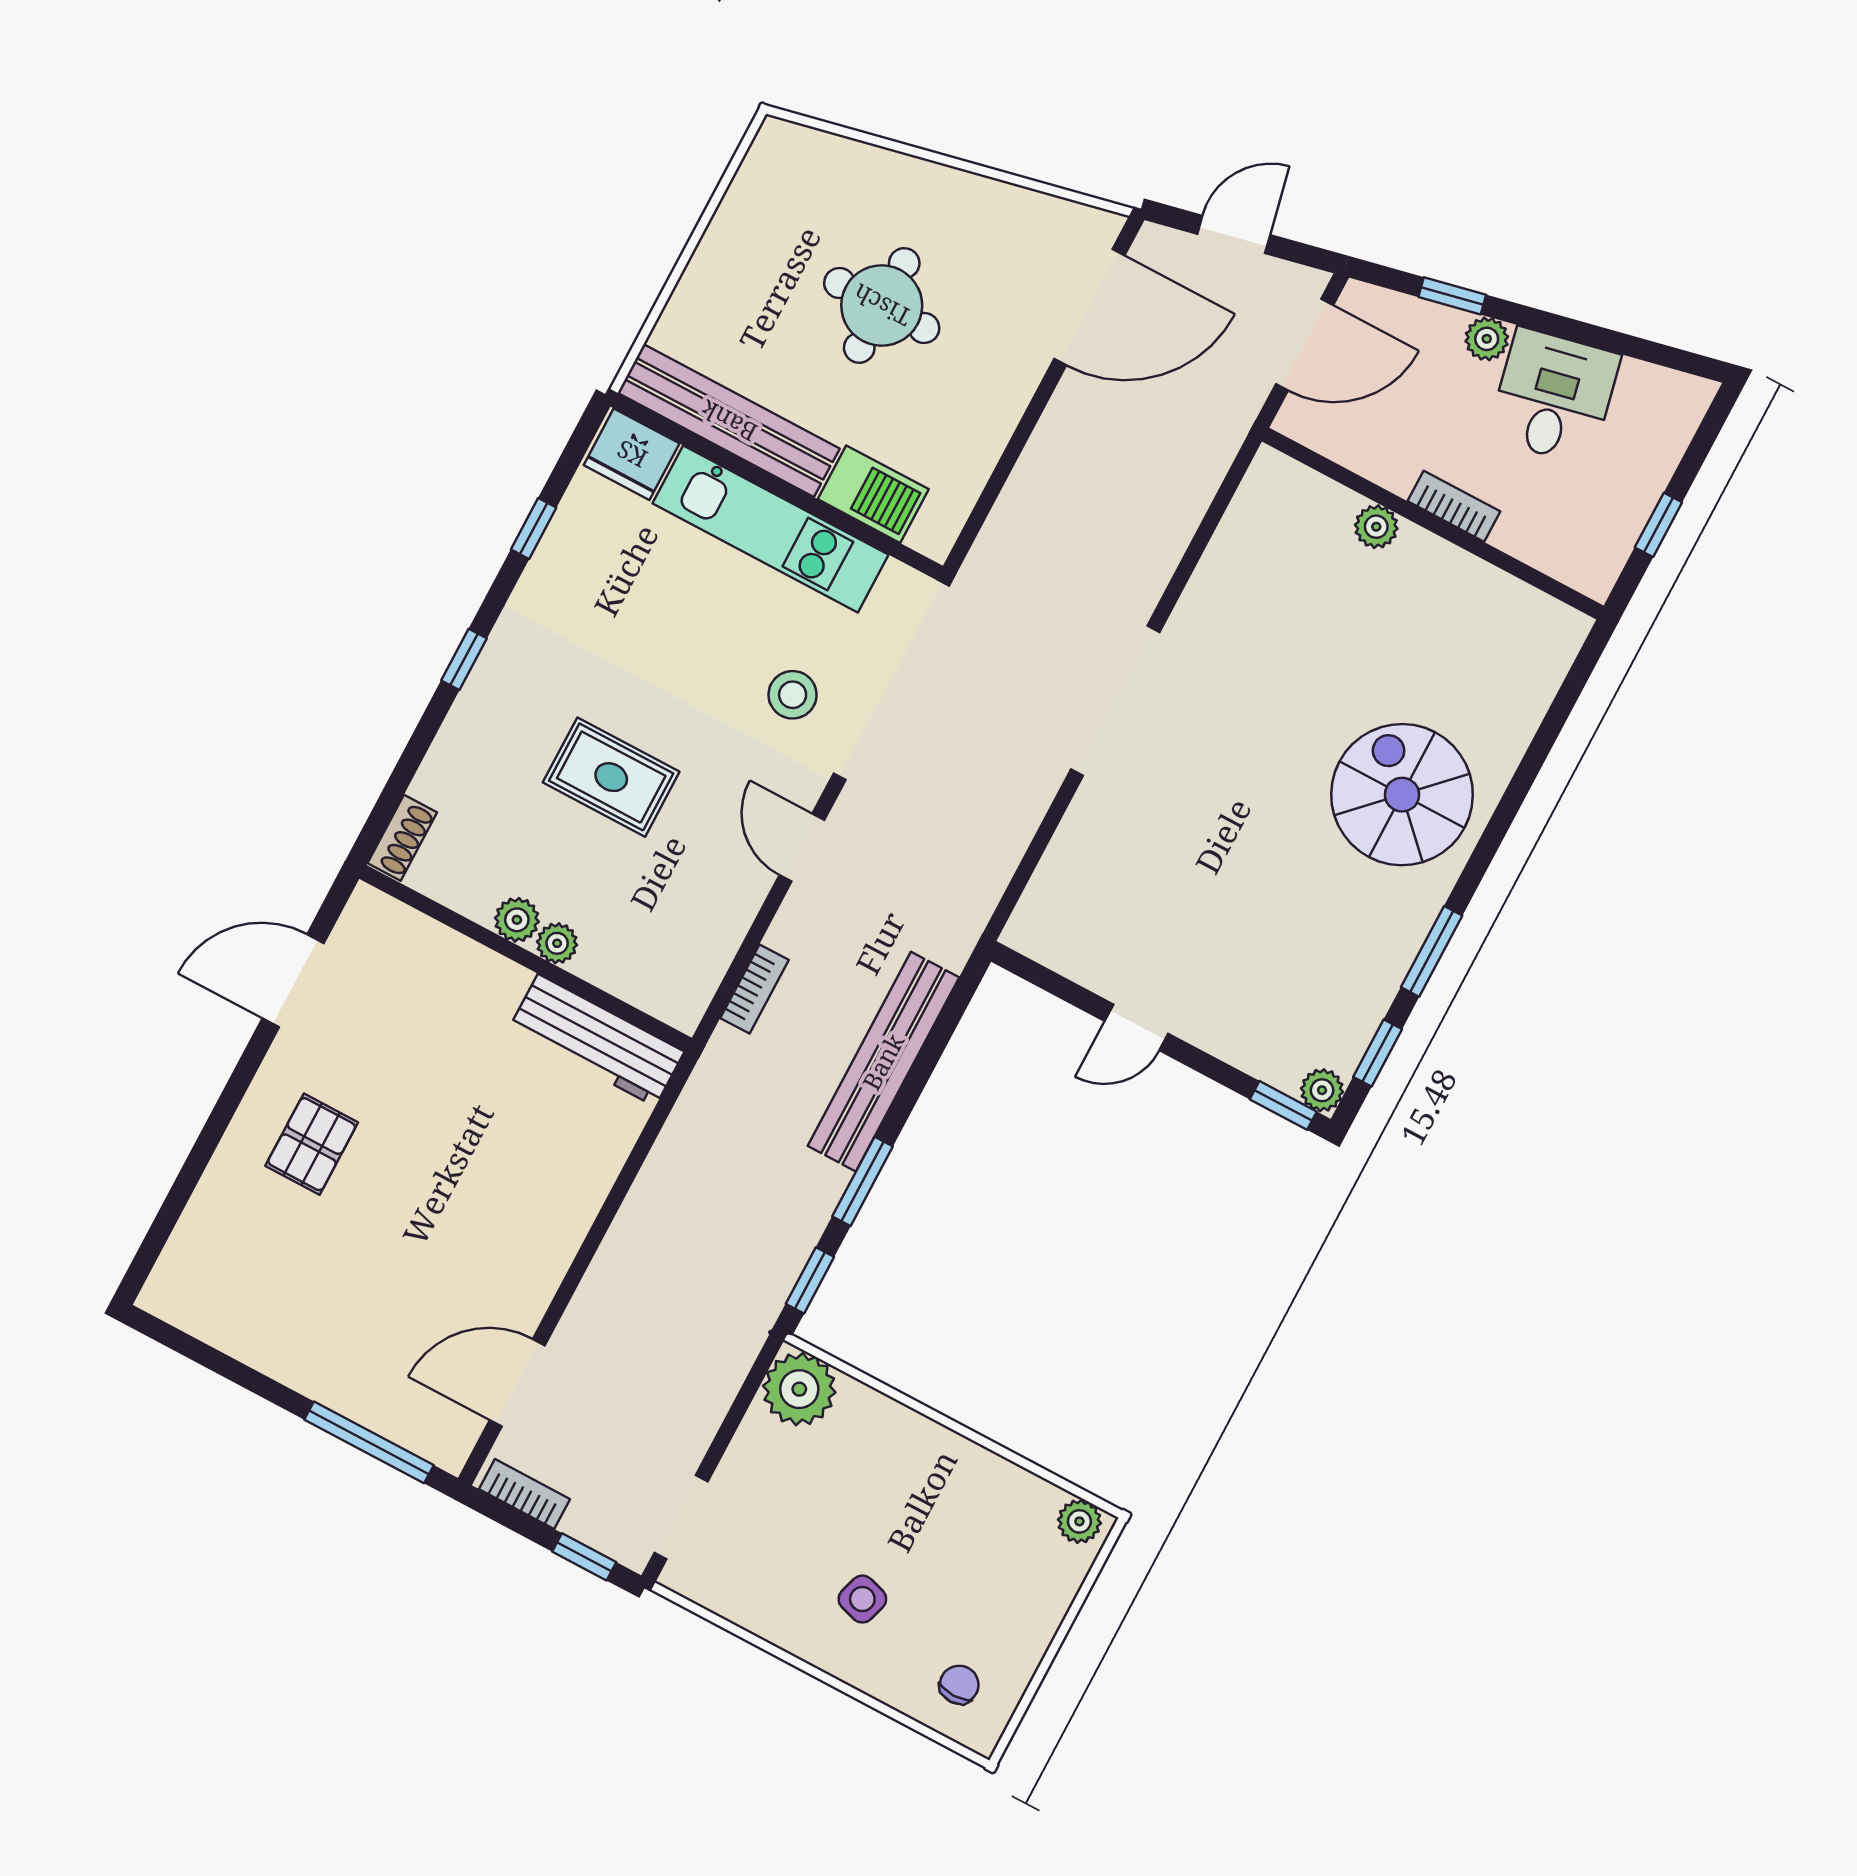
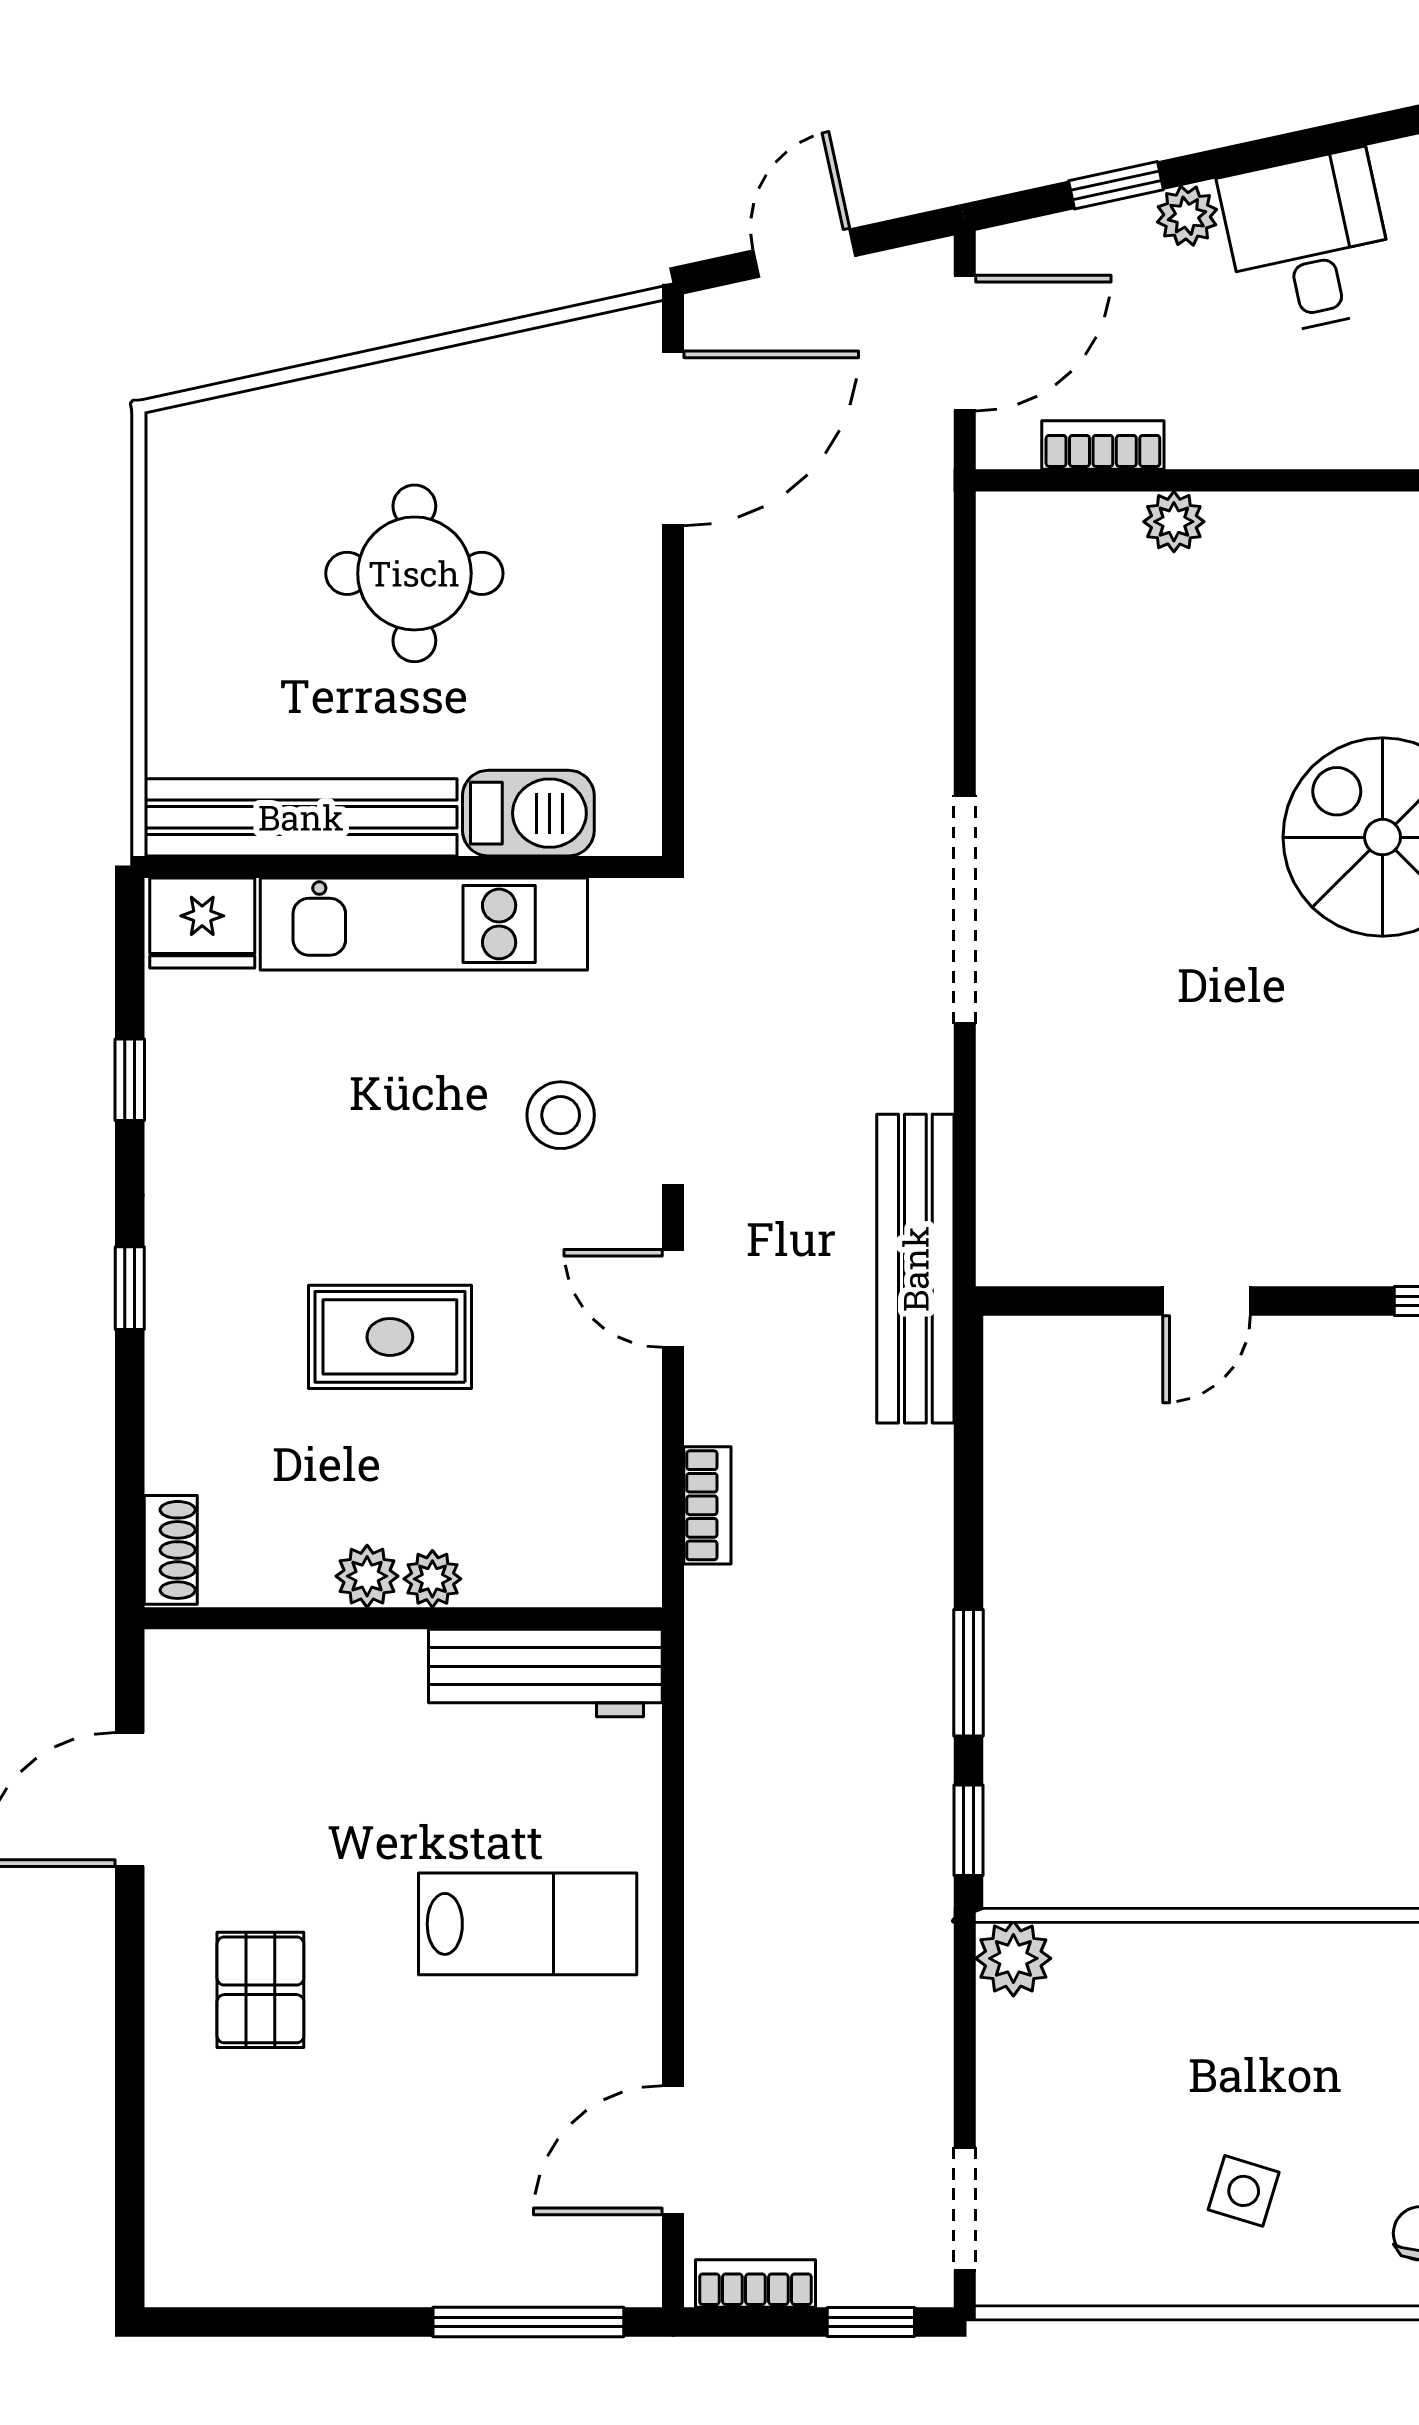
bookcase: (1454, 506) -> (1103, 445), moved
bench: (883, 1062) -> (915, 1269), moved
lab bench: (502, 1192) -> (528, 1924), added
plant: (799, 1389) -> (1013, 1958), width x0.73, depth x0.73

